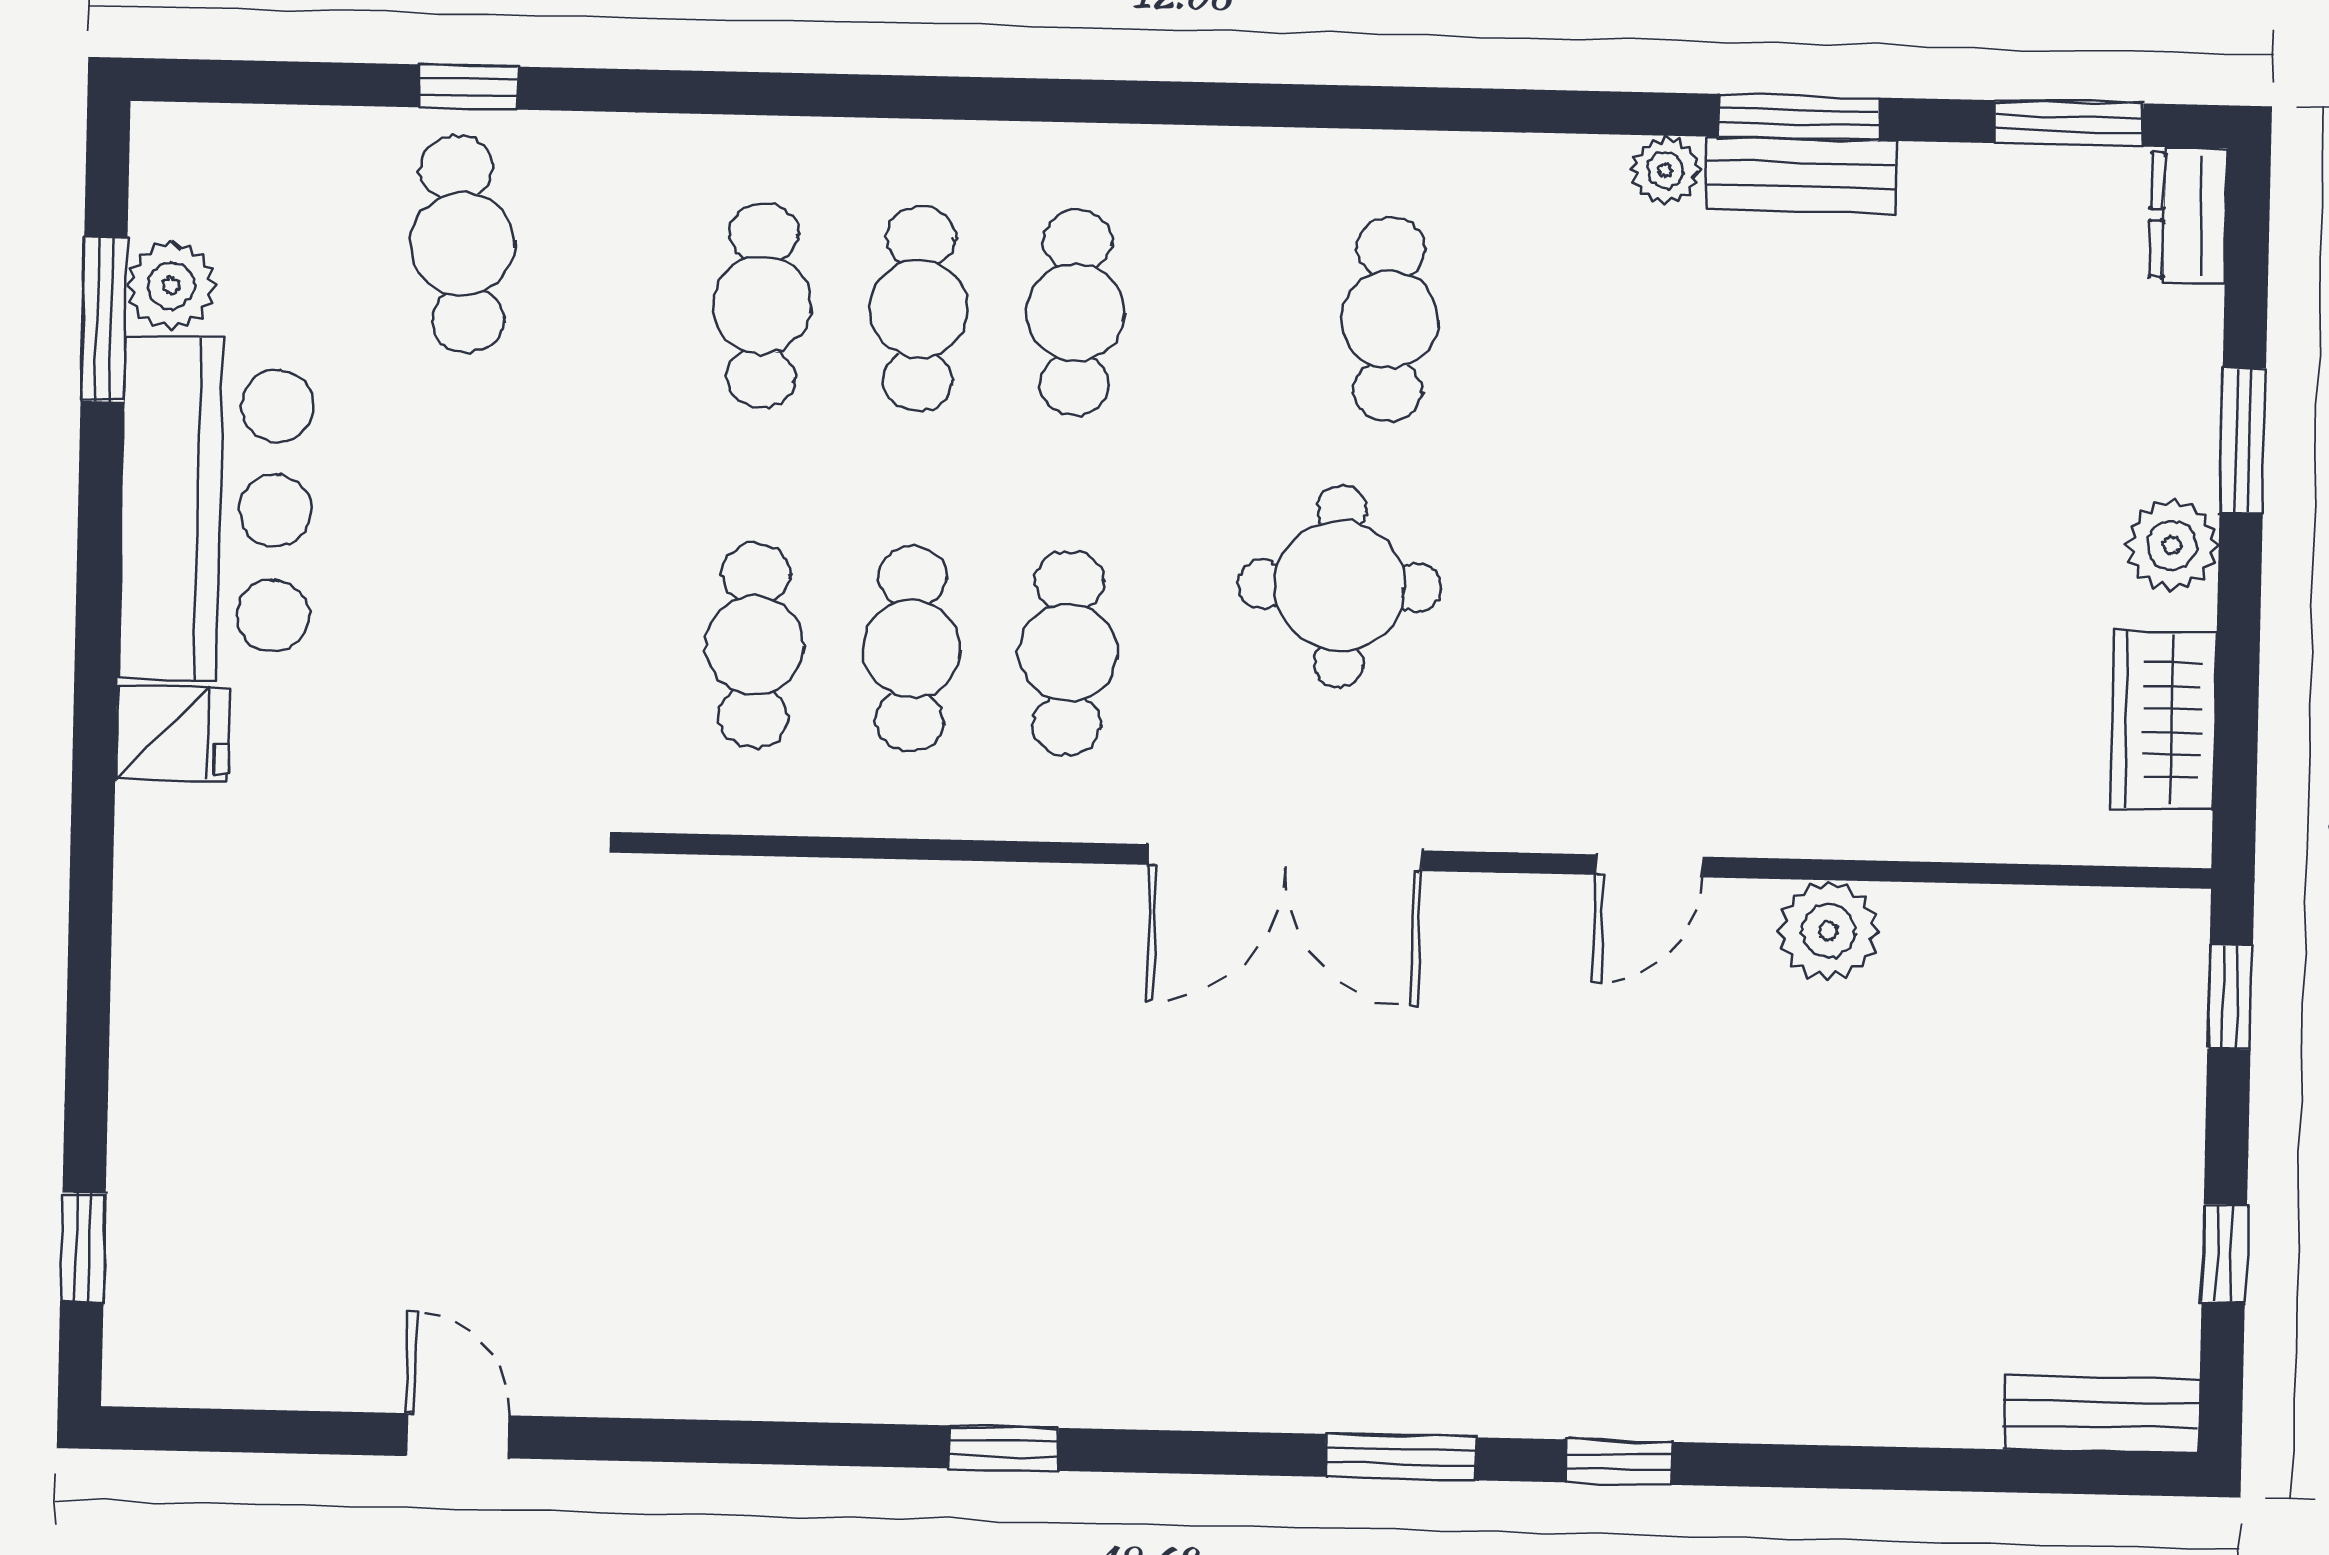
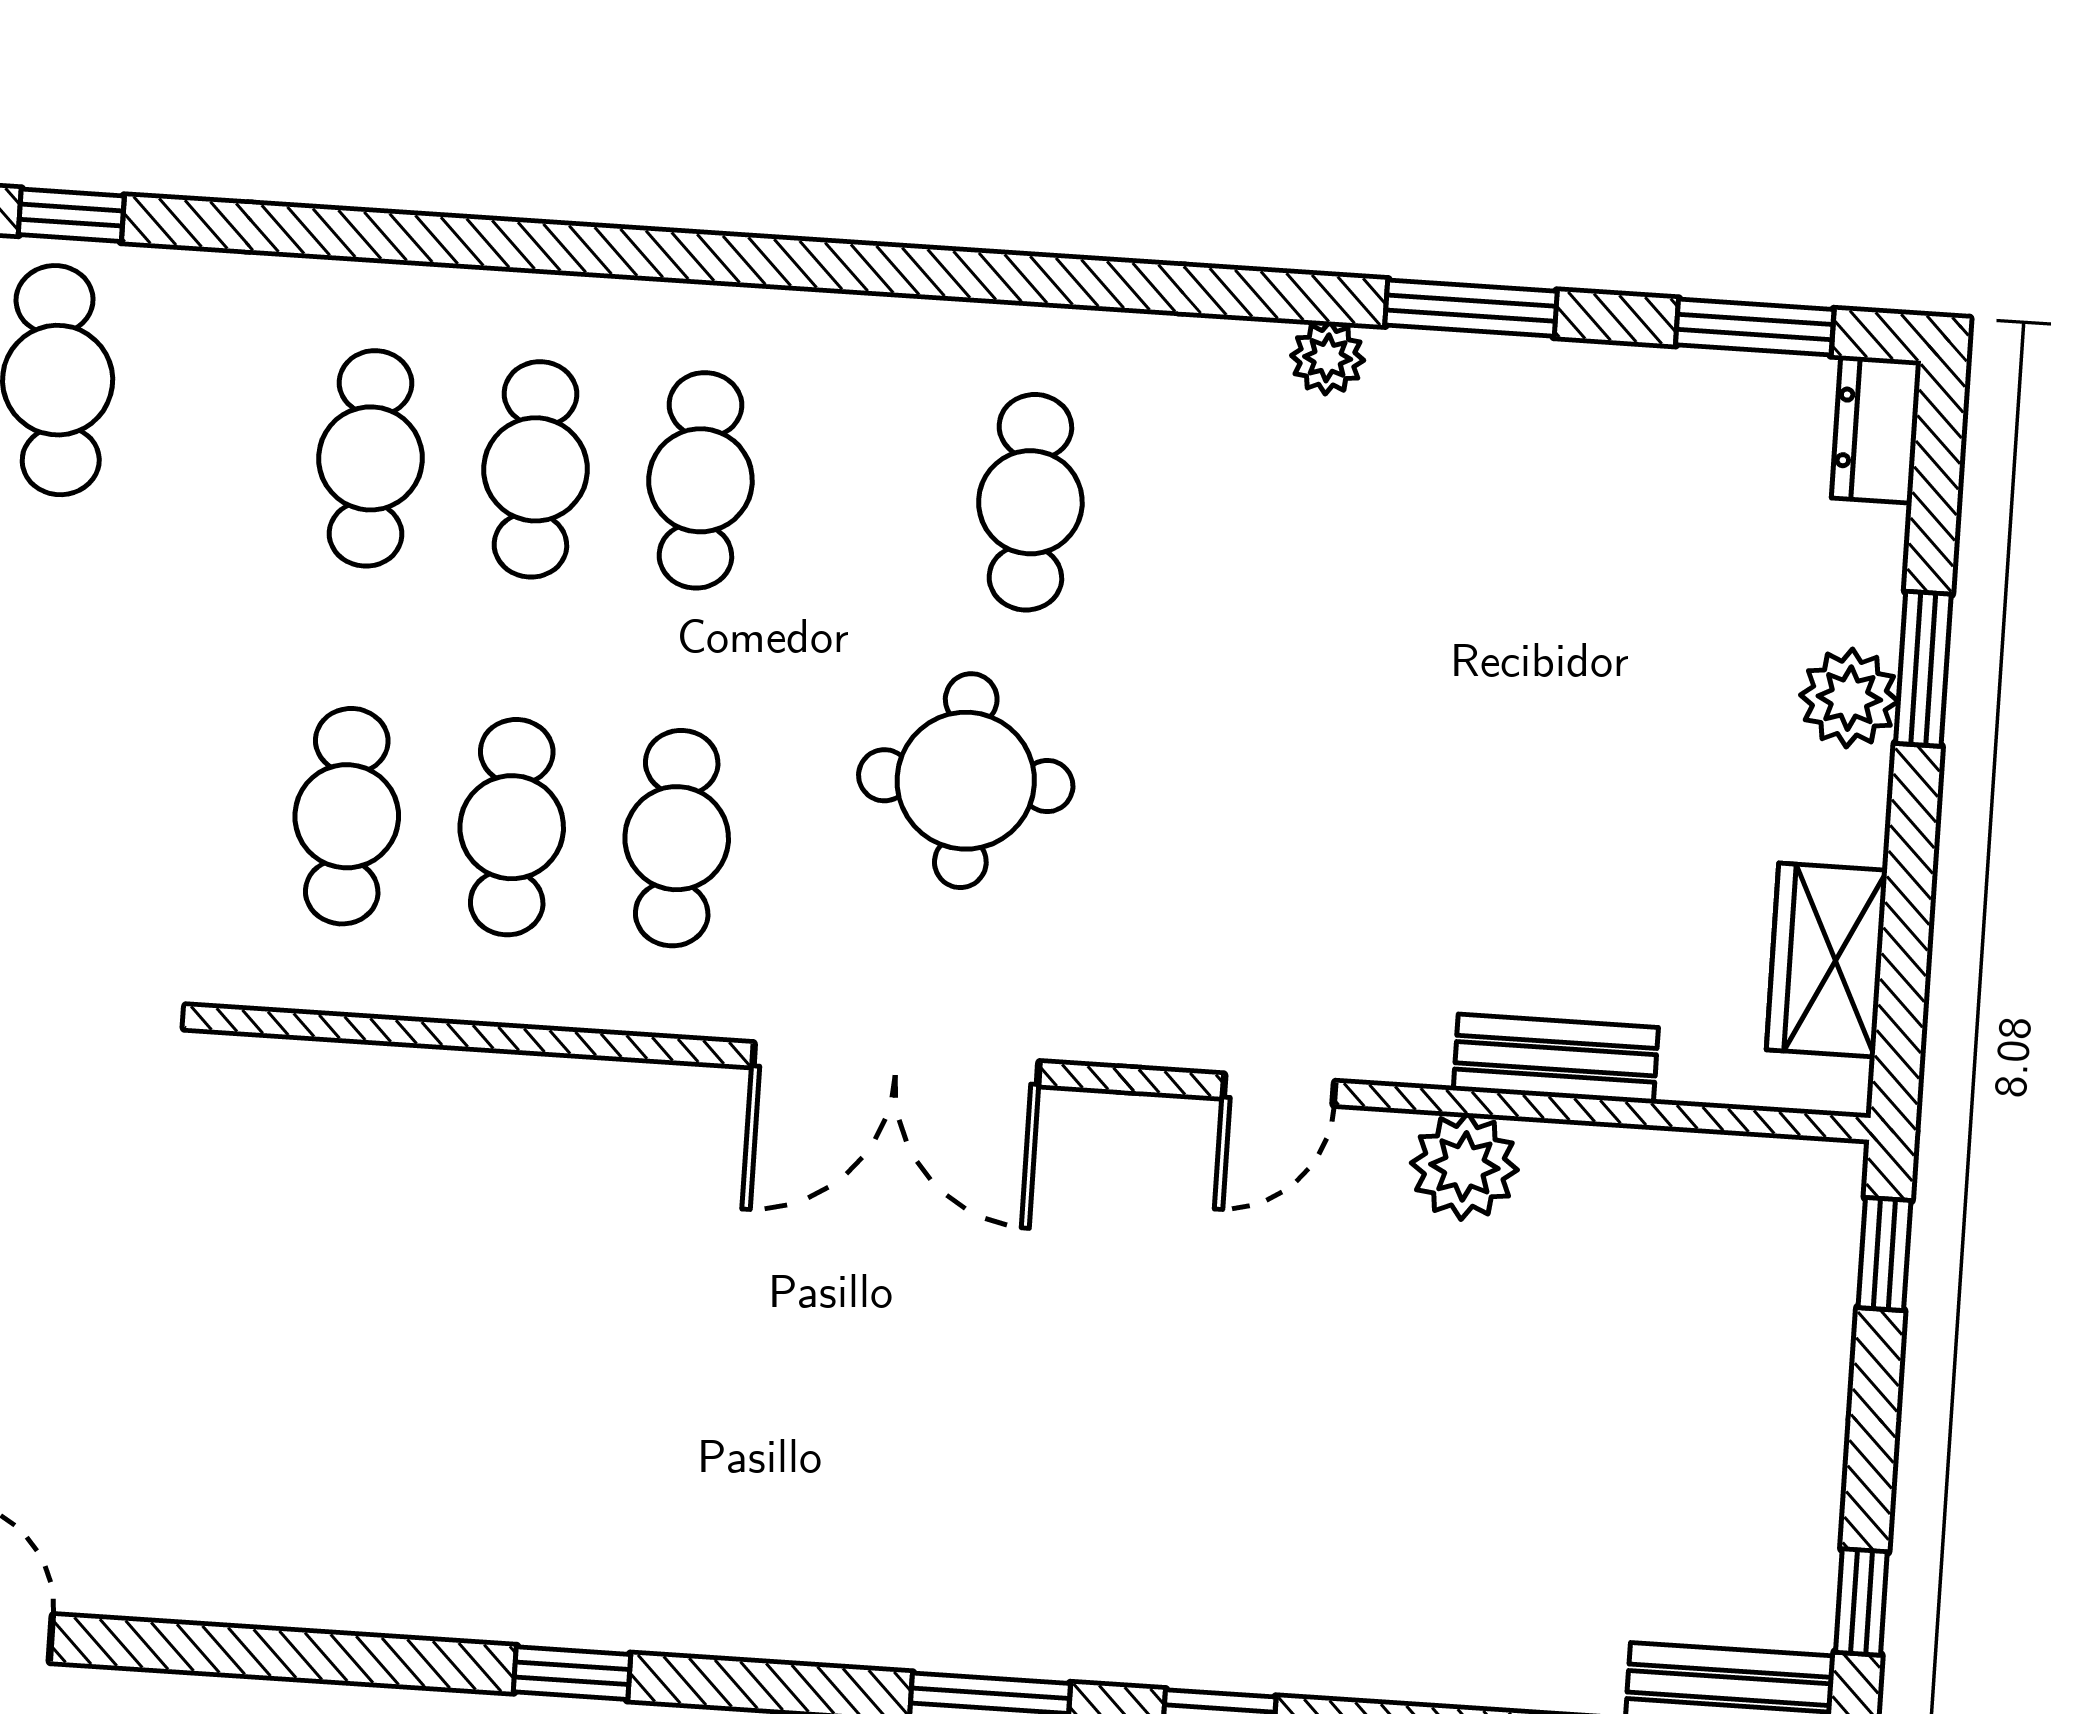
bench: (1801, 175) -> (1556, 1059), moved
plant: (2172, 545) -> (1849, 698), moved
window: (2224, 1254) -> (1861, 1602), moved

